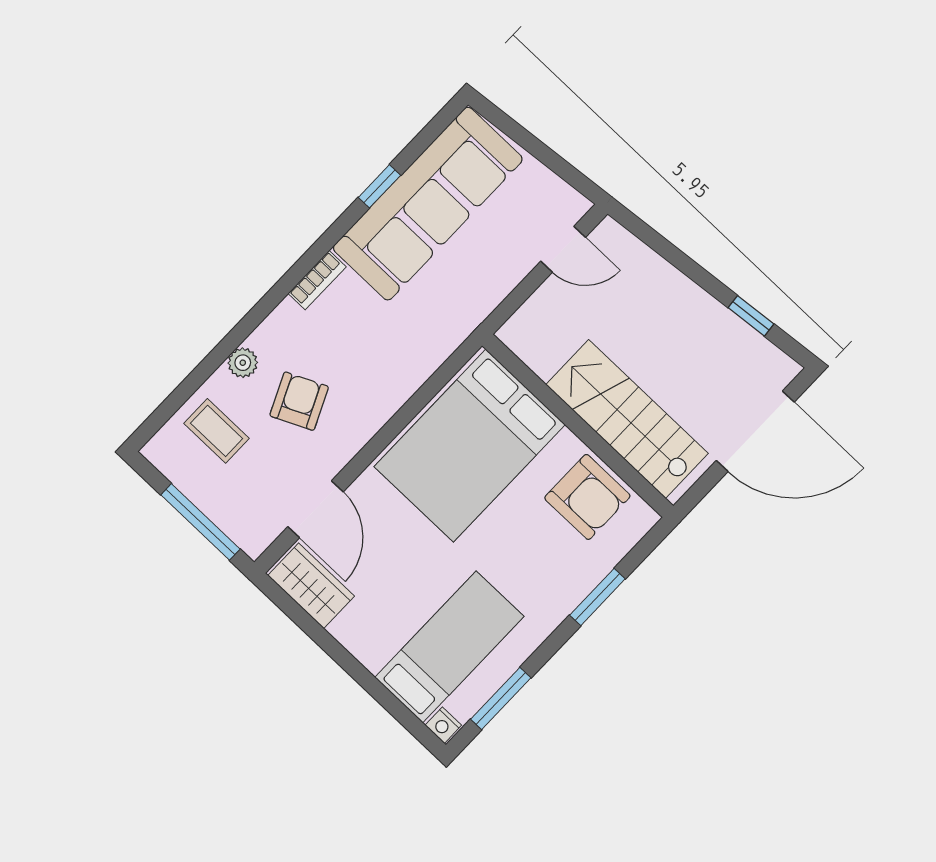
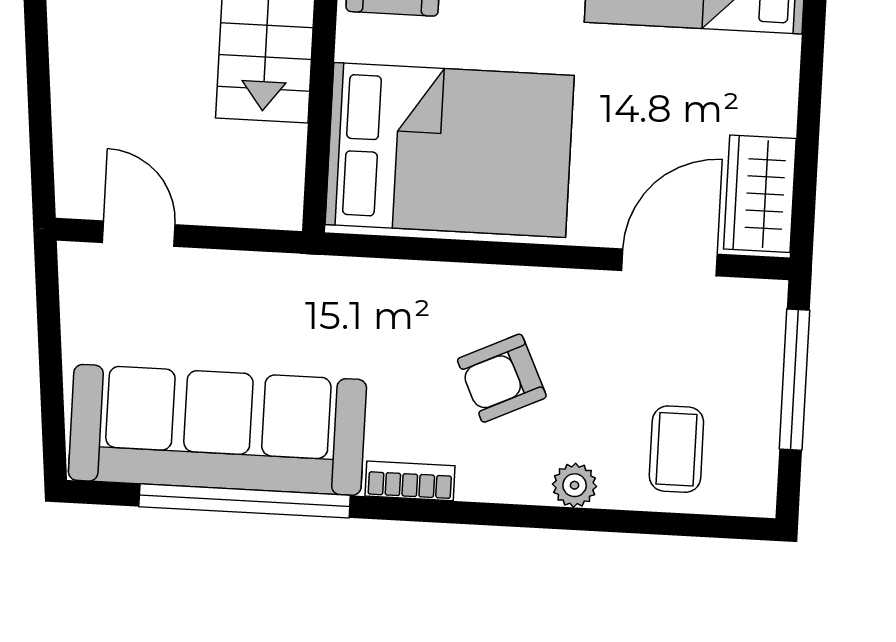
window: (379, 186) -> (245, 501), width x3.17
armchair: (299, 401) -> (502, 378), moved

